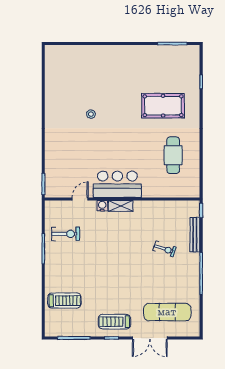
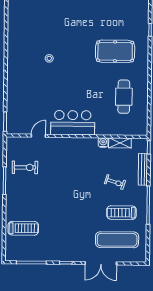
water cooler: (102, 206) -> (103, 143), moved
shelving: (121, 206) -> (120, 143), moved
treadmill: (114, 322) -> (122, 213), moved

